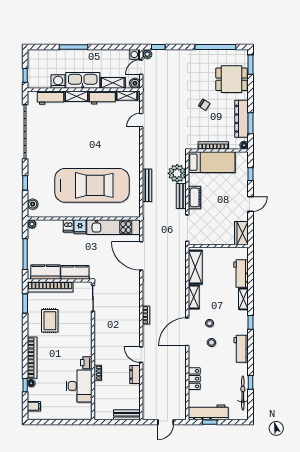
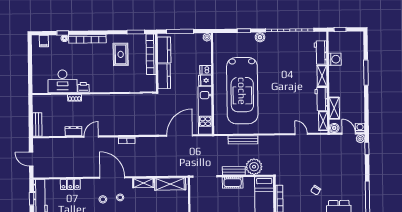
kitchen sink: (83, 80) -> (336, 81), removed
boiler: (33, 204) -> (260, 37), moved
rug: (50, 321) -> (121, 54), turned 90

